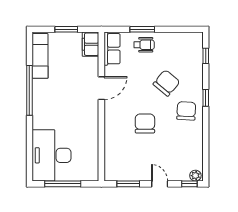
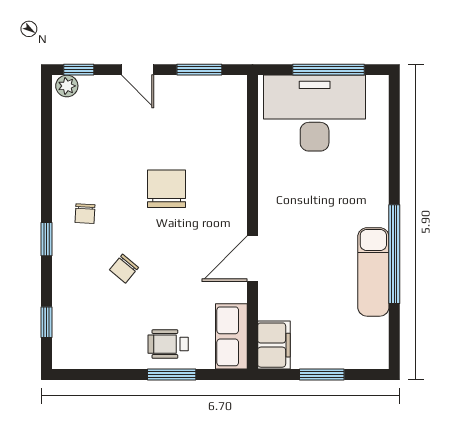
exam couch: (40, 56) -> (373, 272), moved
chair: (166, 83) -> (124, 269), width x0.54, depth x0.54
chair: (186, 111) -> (85, 214), width x0.54, depth x0.54
chair: (145, 123) -> (166, 189), turned 180
desk: (51, 155) -> (315, 113), moved, turned -90

